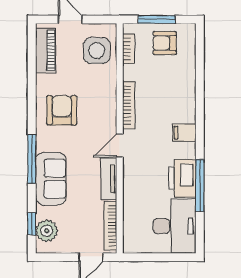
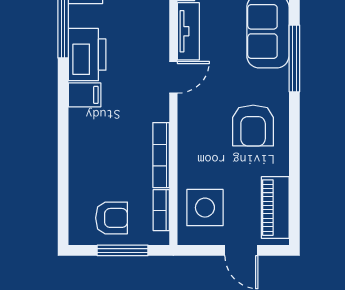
bookcase: (129, 105) -> (161, 155), moved
printer: (182, 178) -> (87, 55), moved

